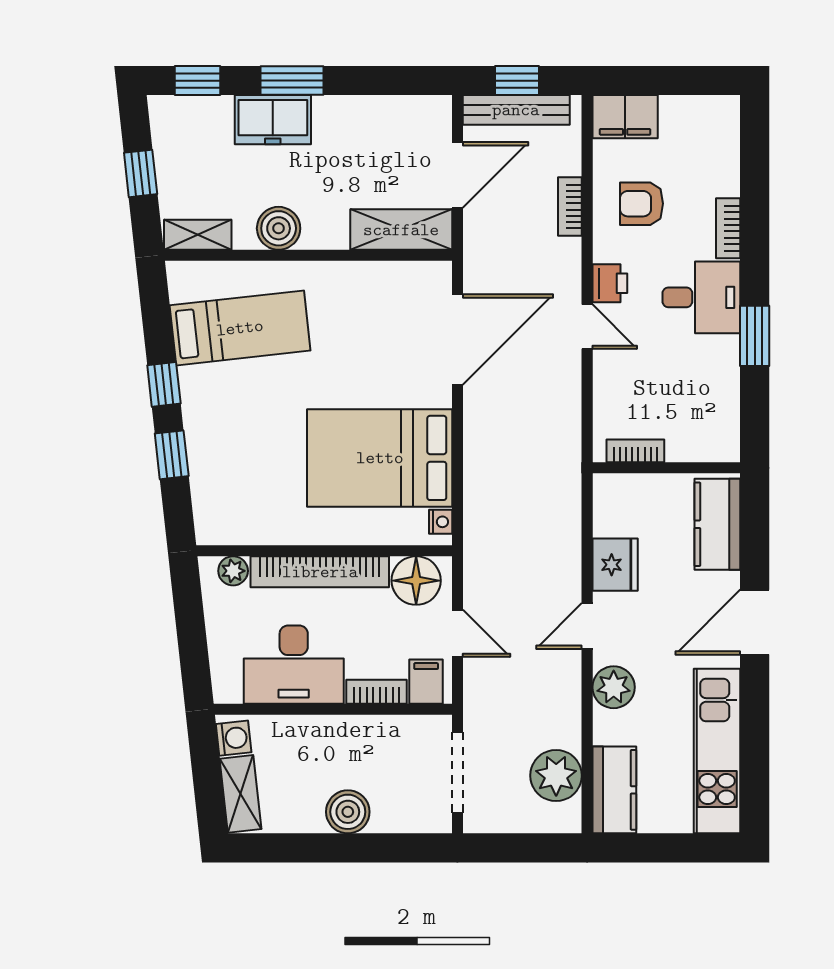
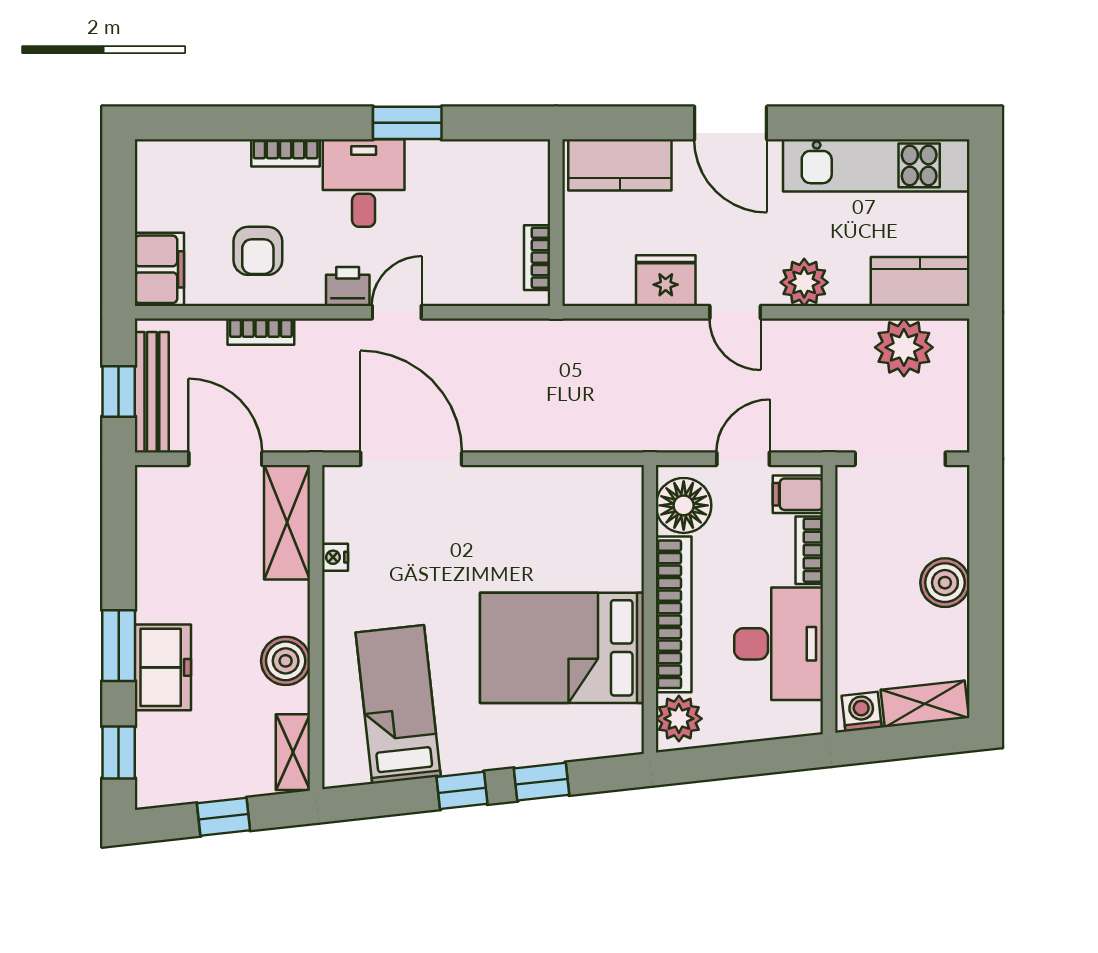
bed: (380, 458) -> (562, 648), moved, turned 90
nightstand: (441, 522) -> (335, 557), moved, turned -90
plant: (233, 571) -> (679, 719), width x1.38, depth x1.38

